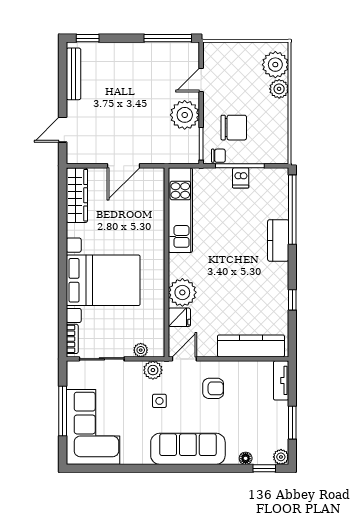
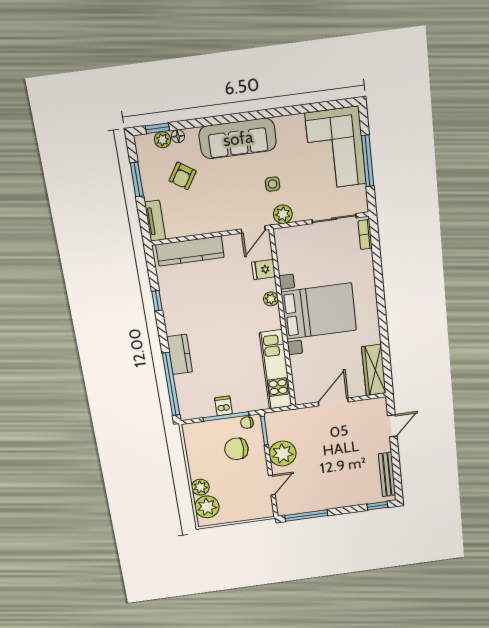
bed with nightstands: (103, 280) -> (319, 311), moved, turned 180
plant: (182, 292) -> (271, 299), width x0.53, depth x0.53
plant: (141, 350) -> (297, 233), removed
armchair: (213, 388) -> (183, 176), moved, turned -57
plant: (281, 457) -> (163, 140), moved

